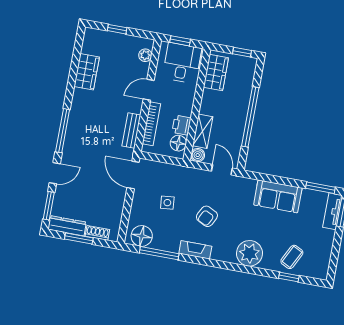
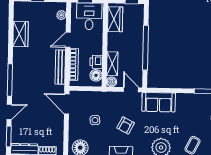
bench: (131, 130) -> (60, 67), width x1.36
sofa: (278, 196) -> (159, 102), moved

